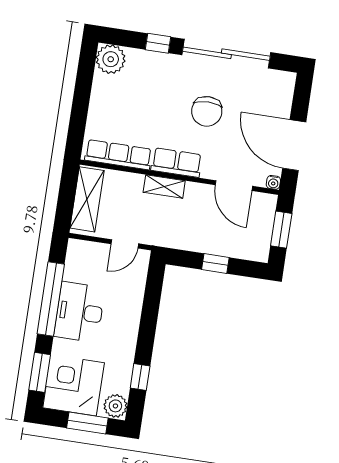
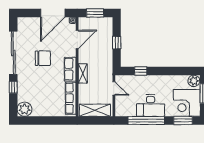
window: (140, 377) -> (141, 71), moved

